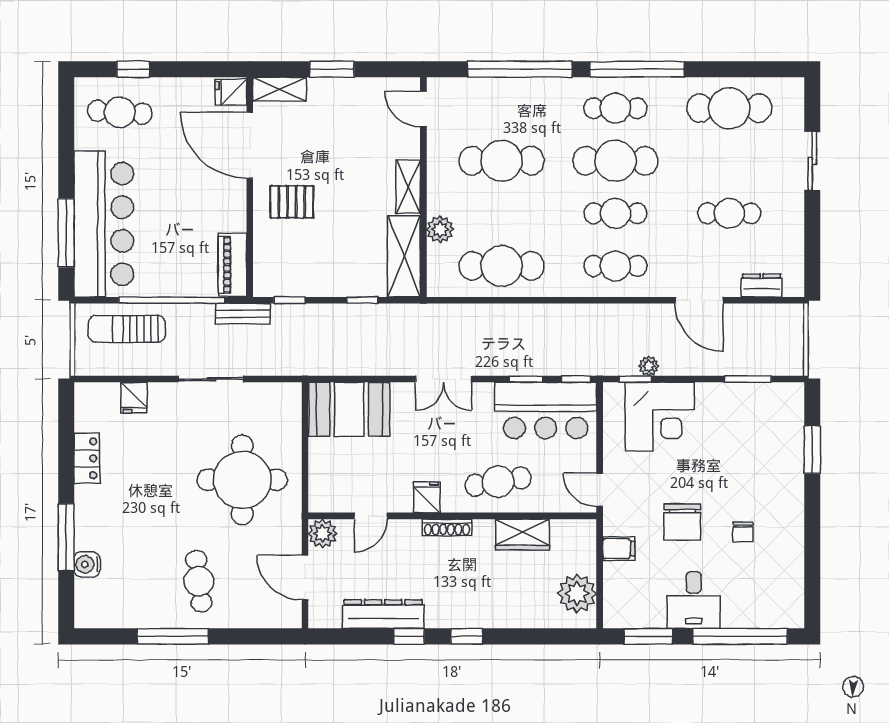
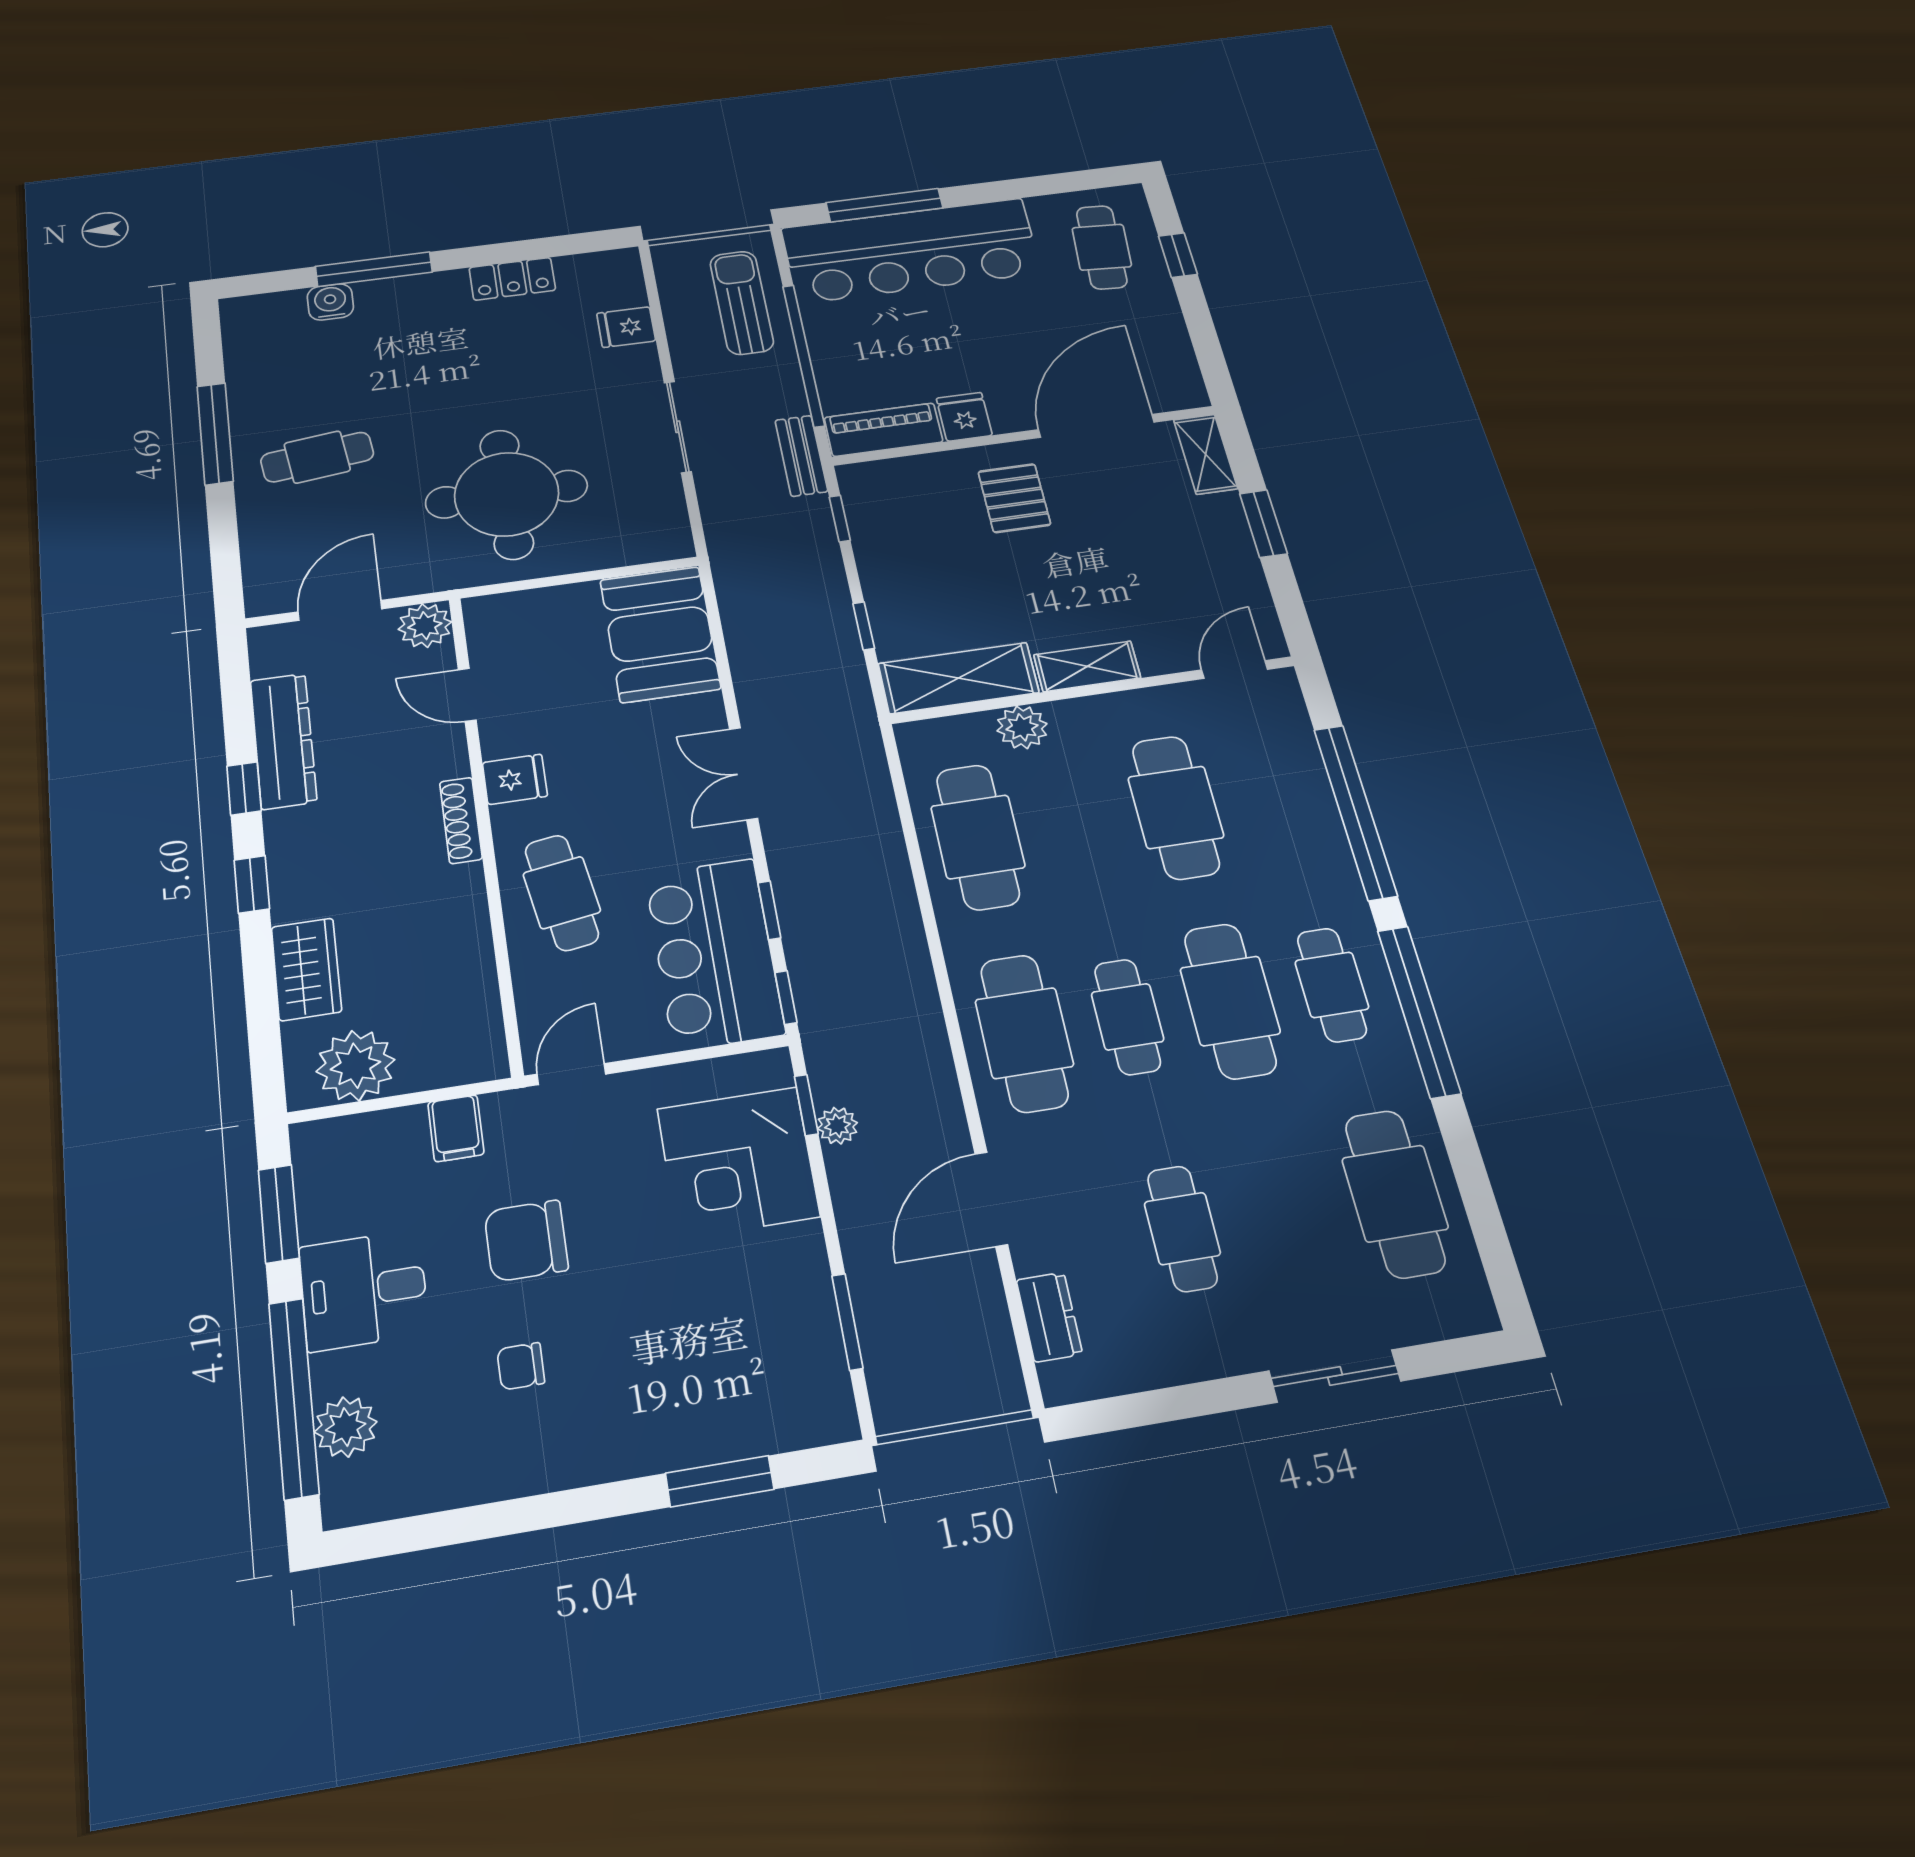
fridge: (231, 92) -> (964, 417), moved
cafe table: (615, 266) -> (1024, 1033), width x1.37, depth x1.35
wardrobe: (522, 535) -> (306, 969), moved, turned 180
plant: (758, 614) -> (346, 1427), added

